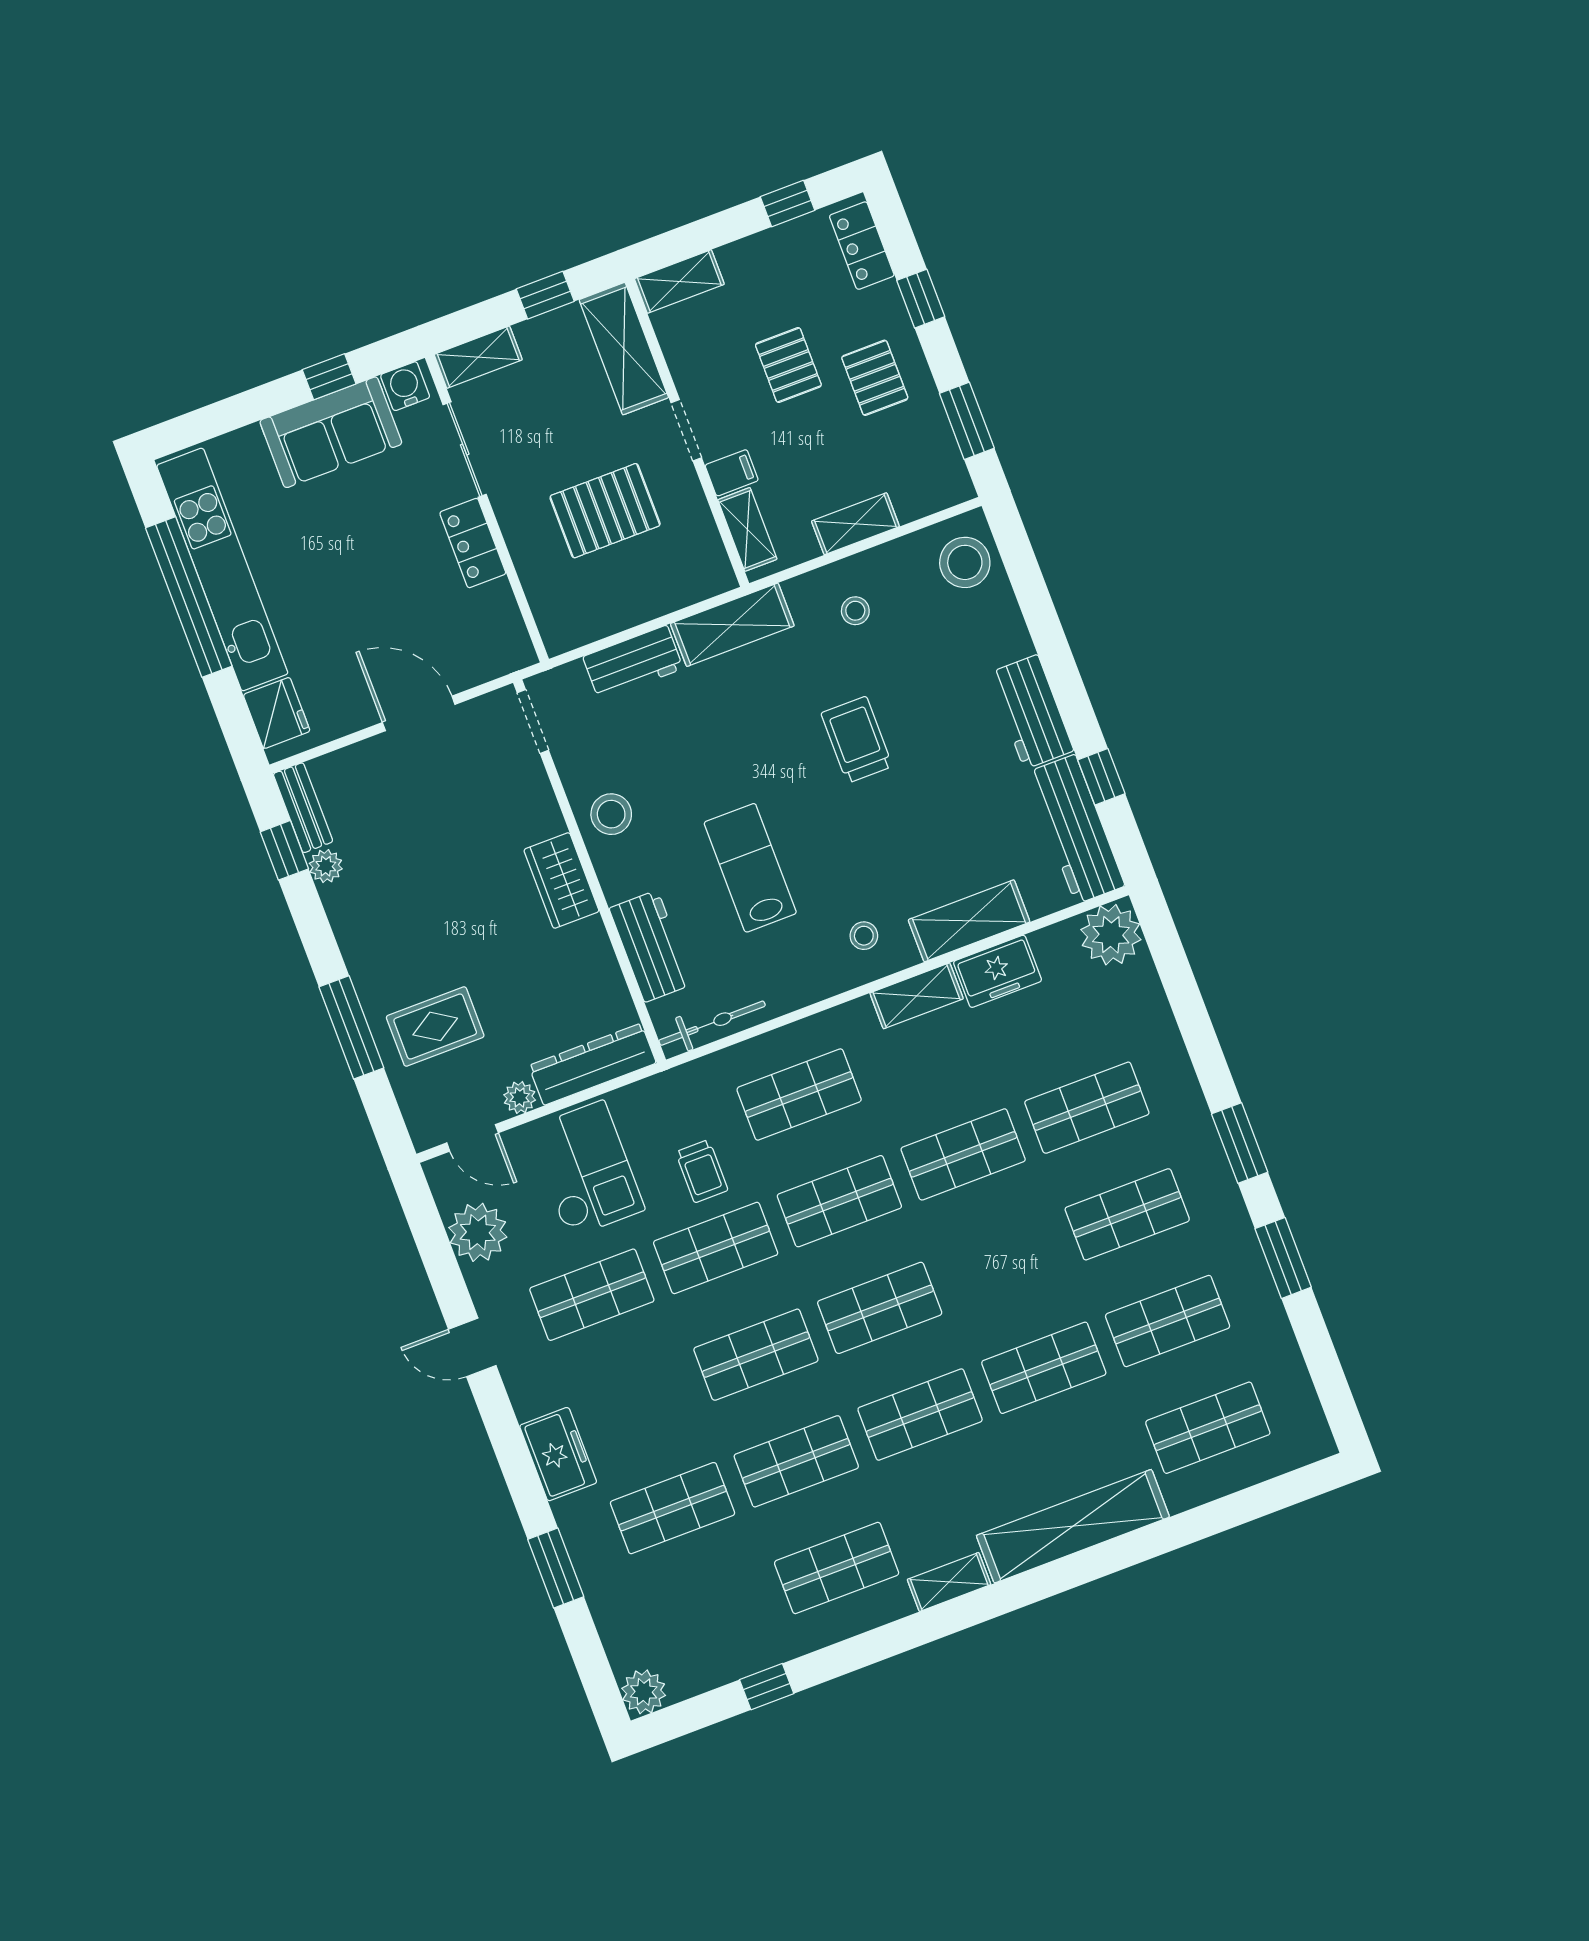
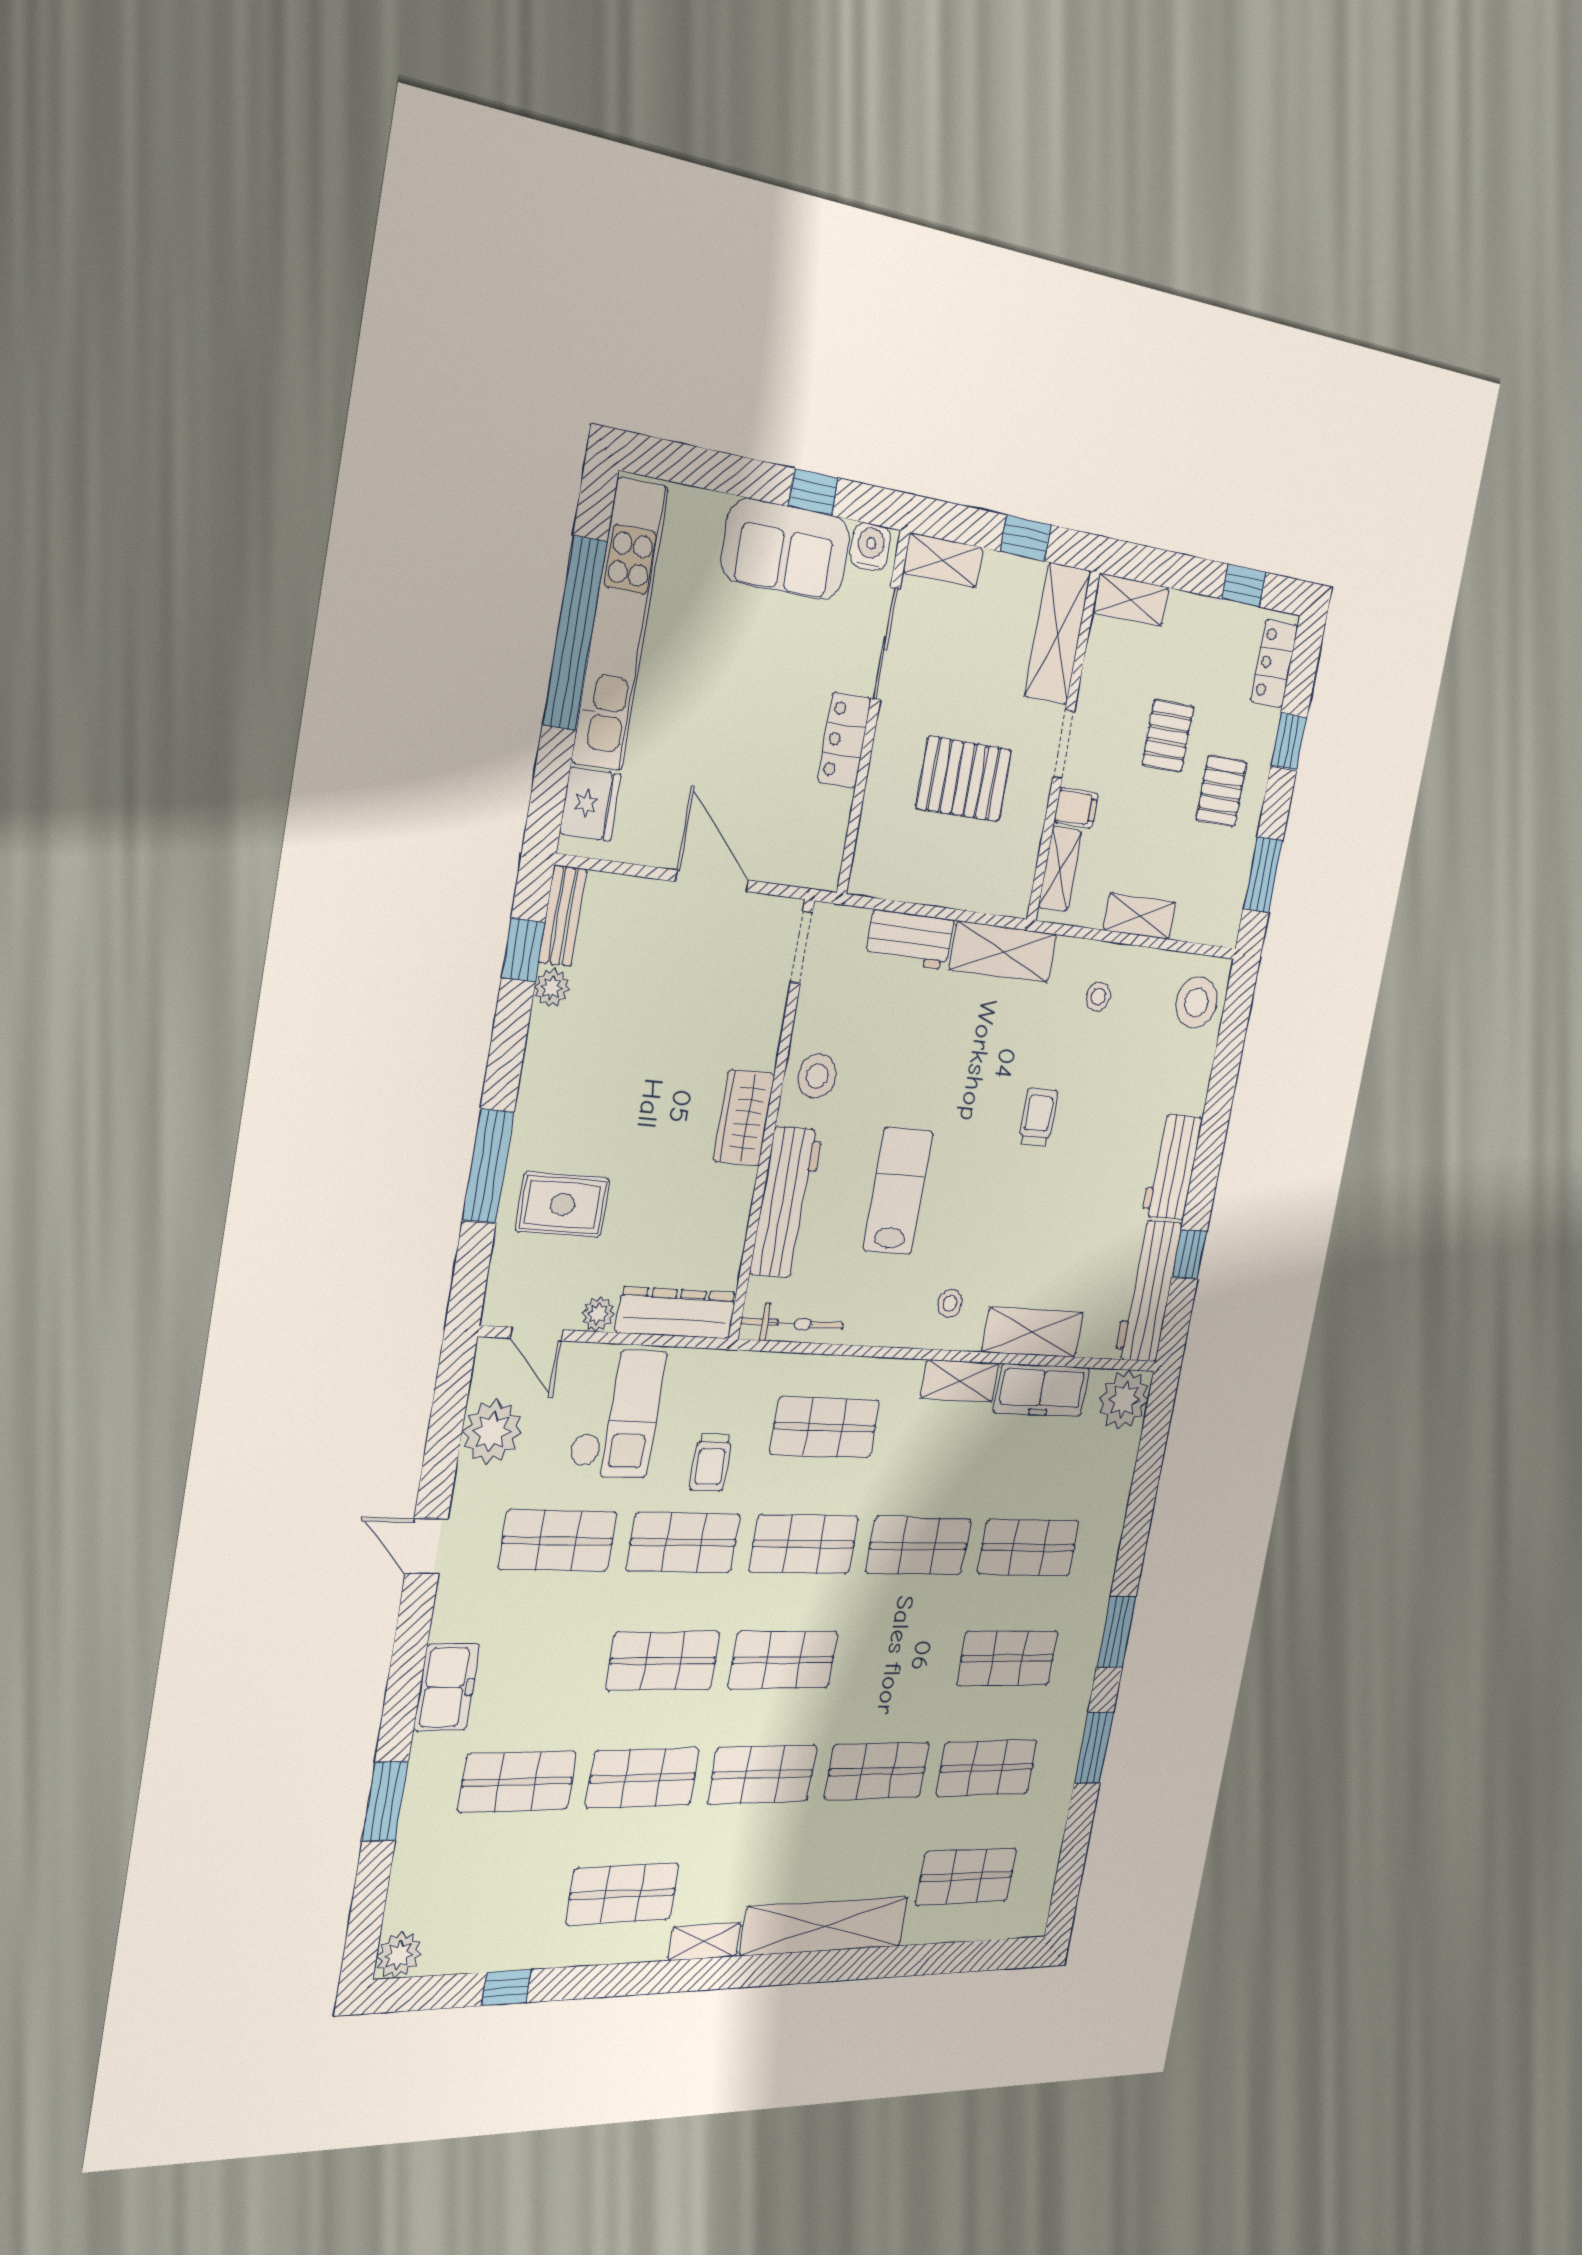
trolley: (857, 740) -> (1038, 1117), width x0.73, depth x0.72
workbench: (651, 946) -> (786, 1202), width x1.38
freezer: (998, 971) -> (1042, 1390), width x1.40

